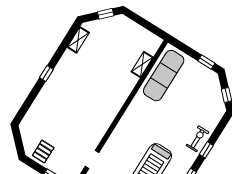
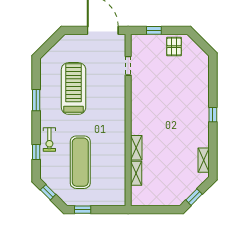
exercise mat: (164, 76) -> (80, 162), moved
shelving: (128, 86) -> (136, 148), added
window: (206, 150) -> (36, 152), moved

